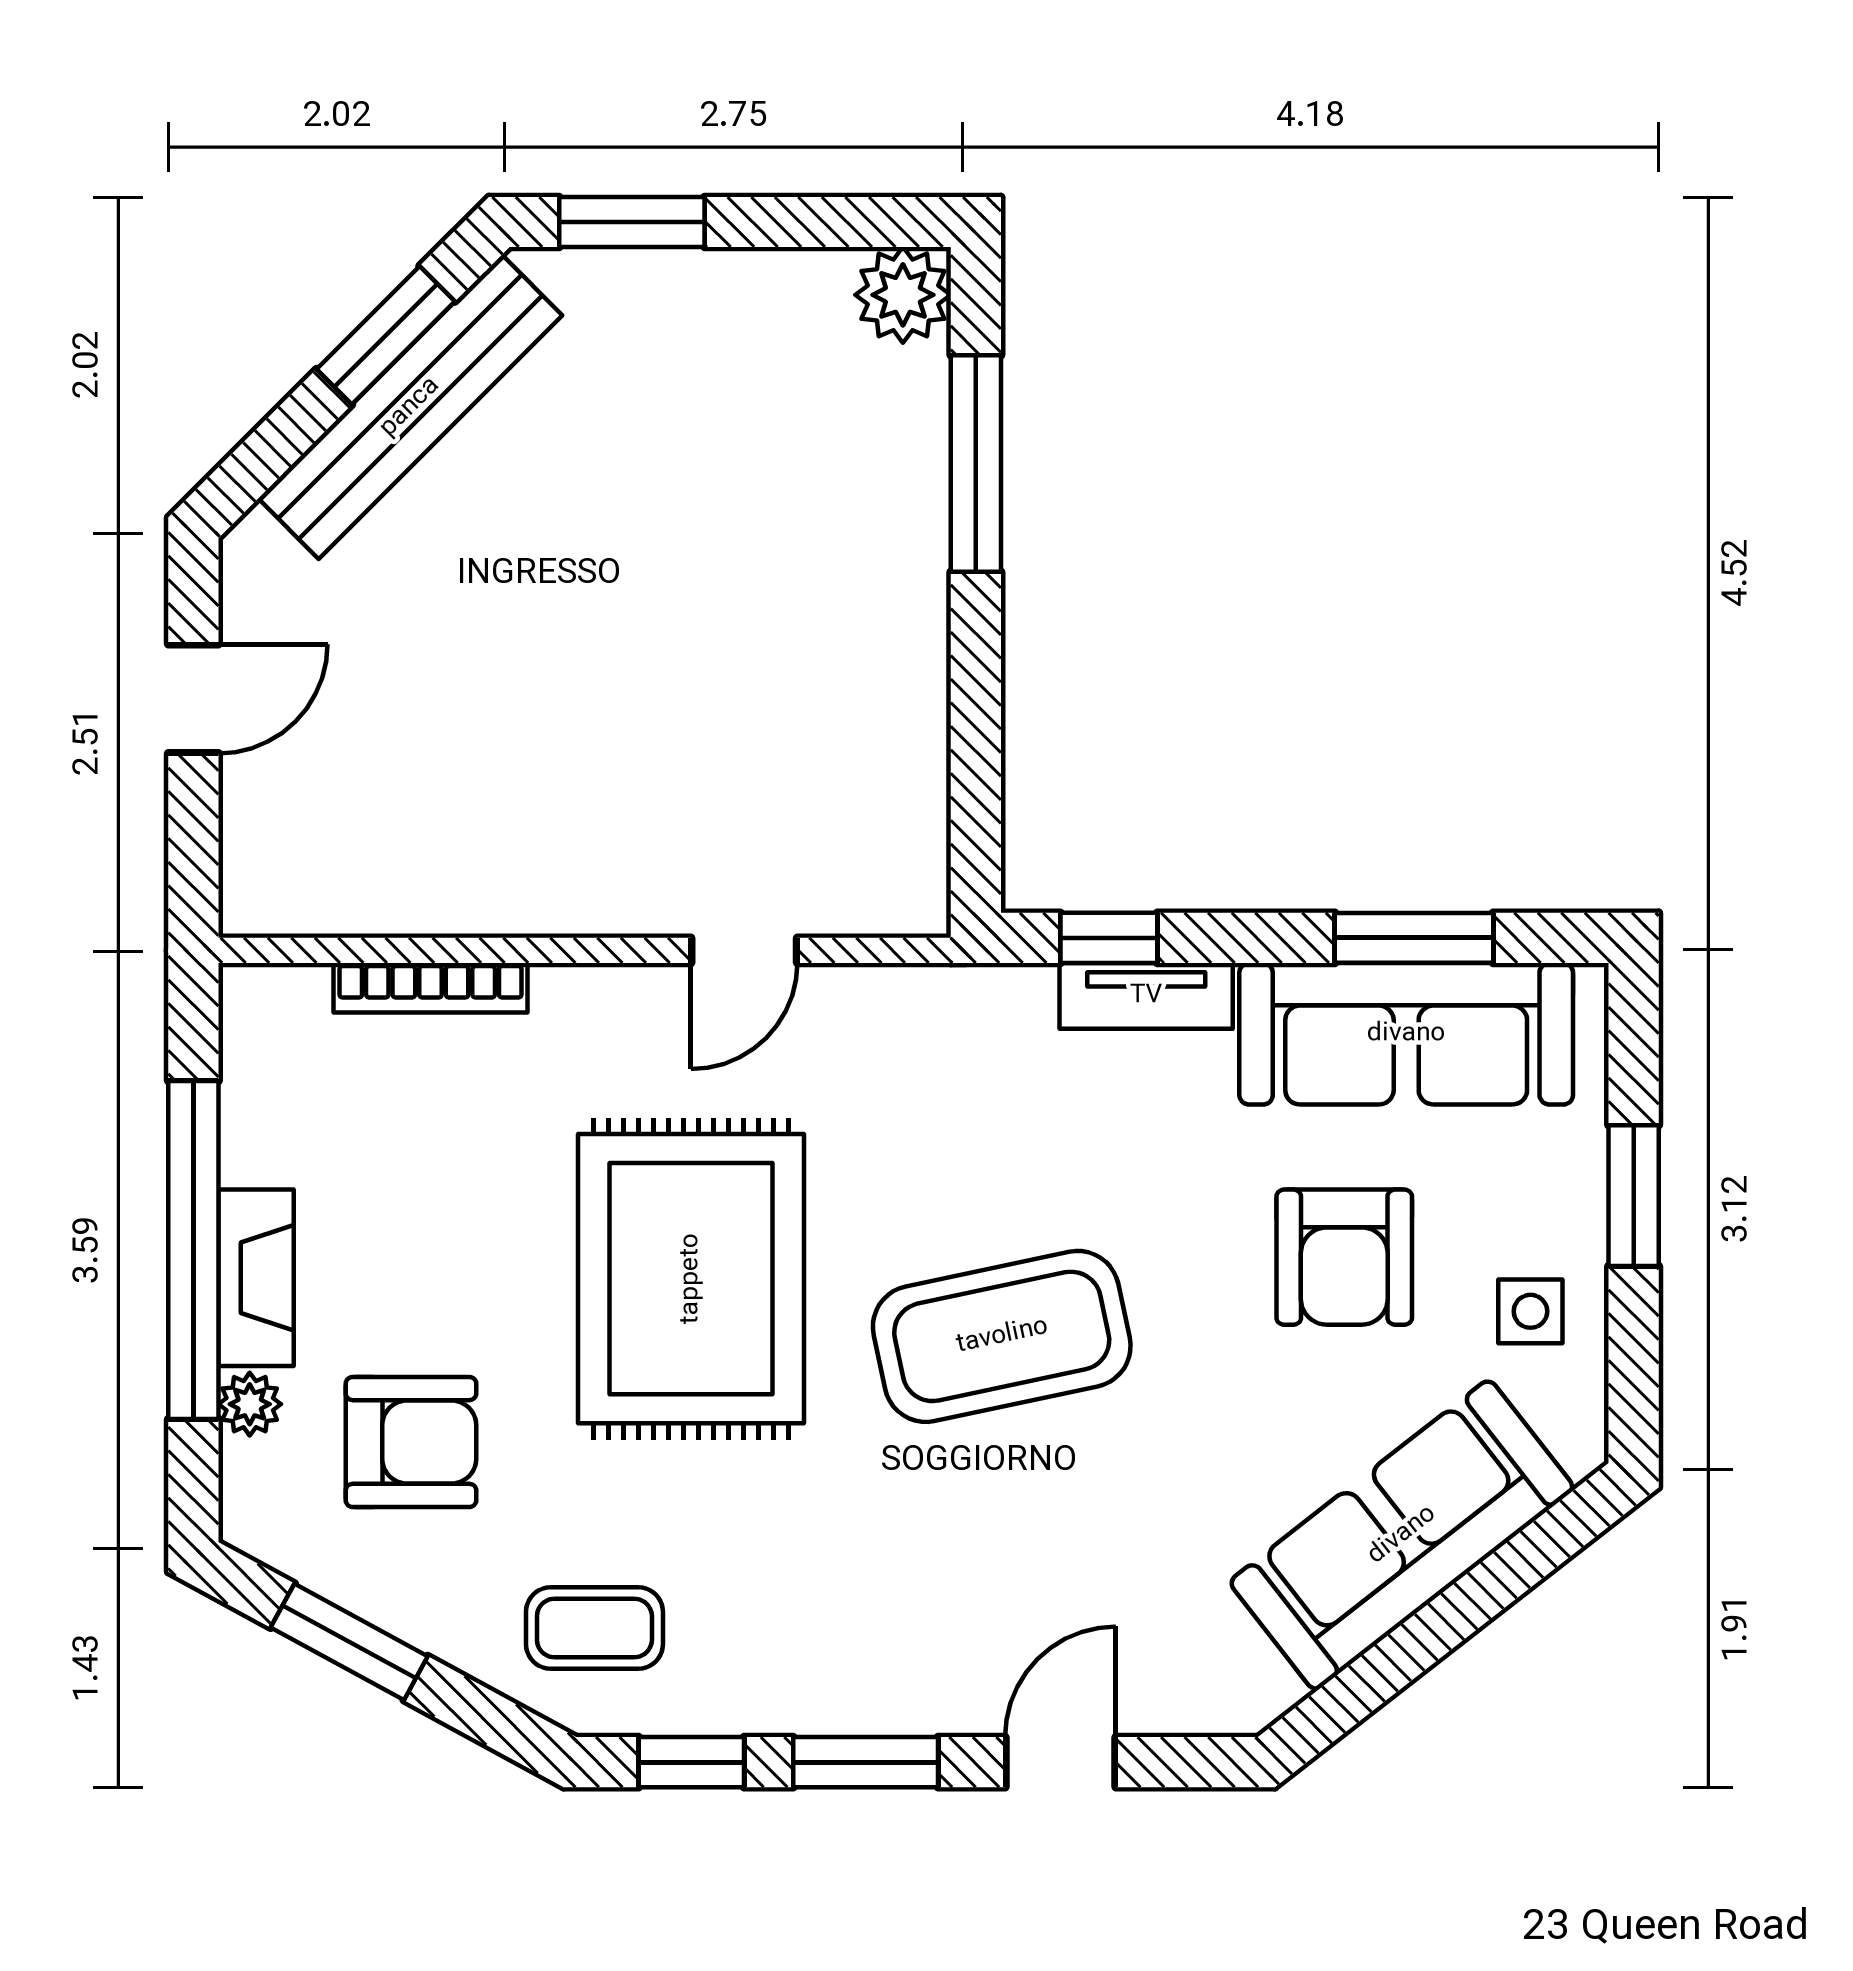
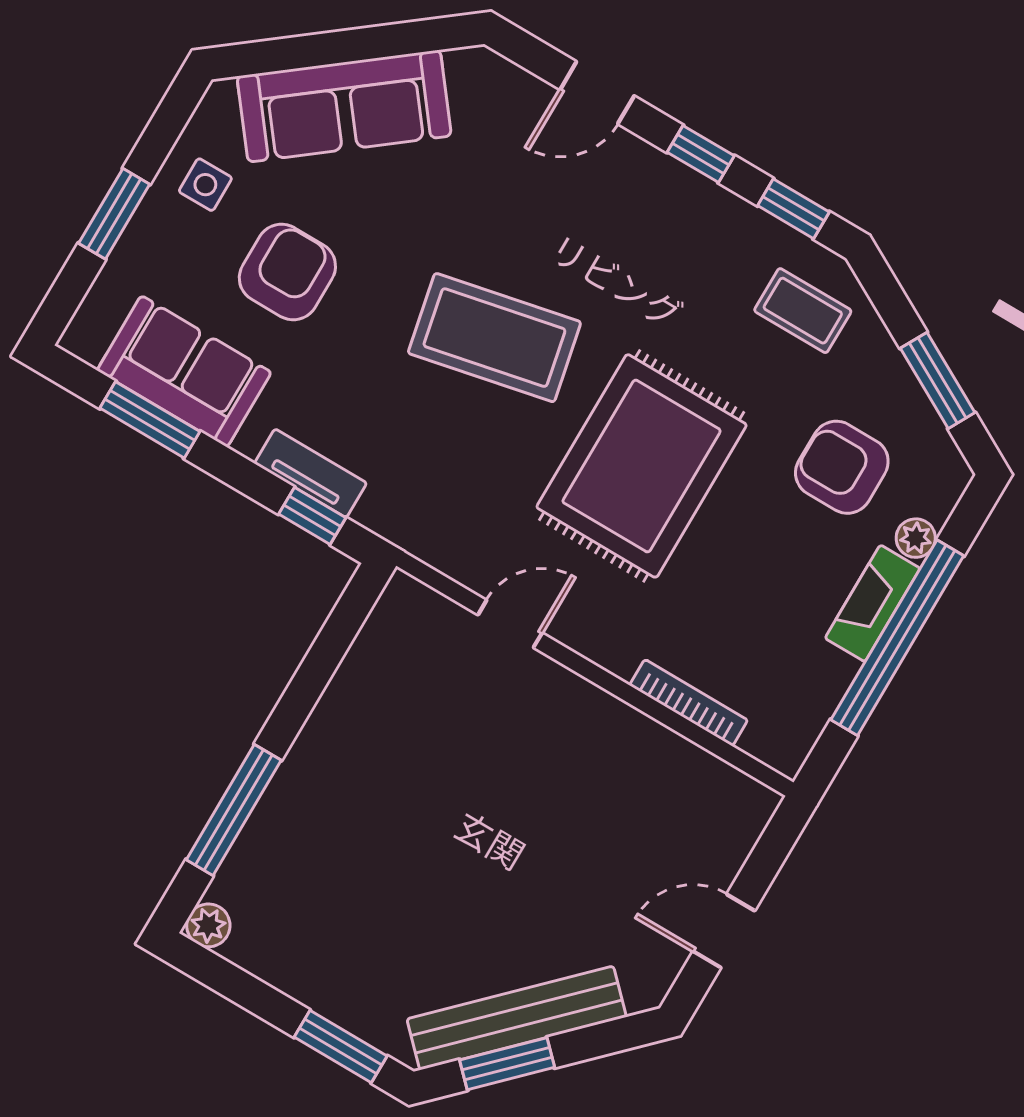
plant: (903, 295) -> (208, 925), width x0.73, depth x0.73
sofa: (1406, 1034) -> (184, 371), width x0.73
window: (866, 1762) -> (701, 154), width x0.67

